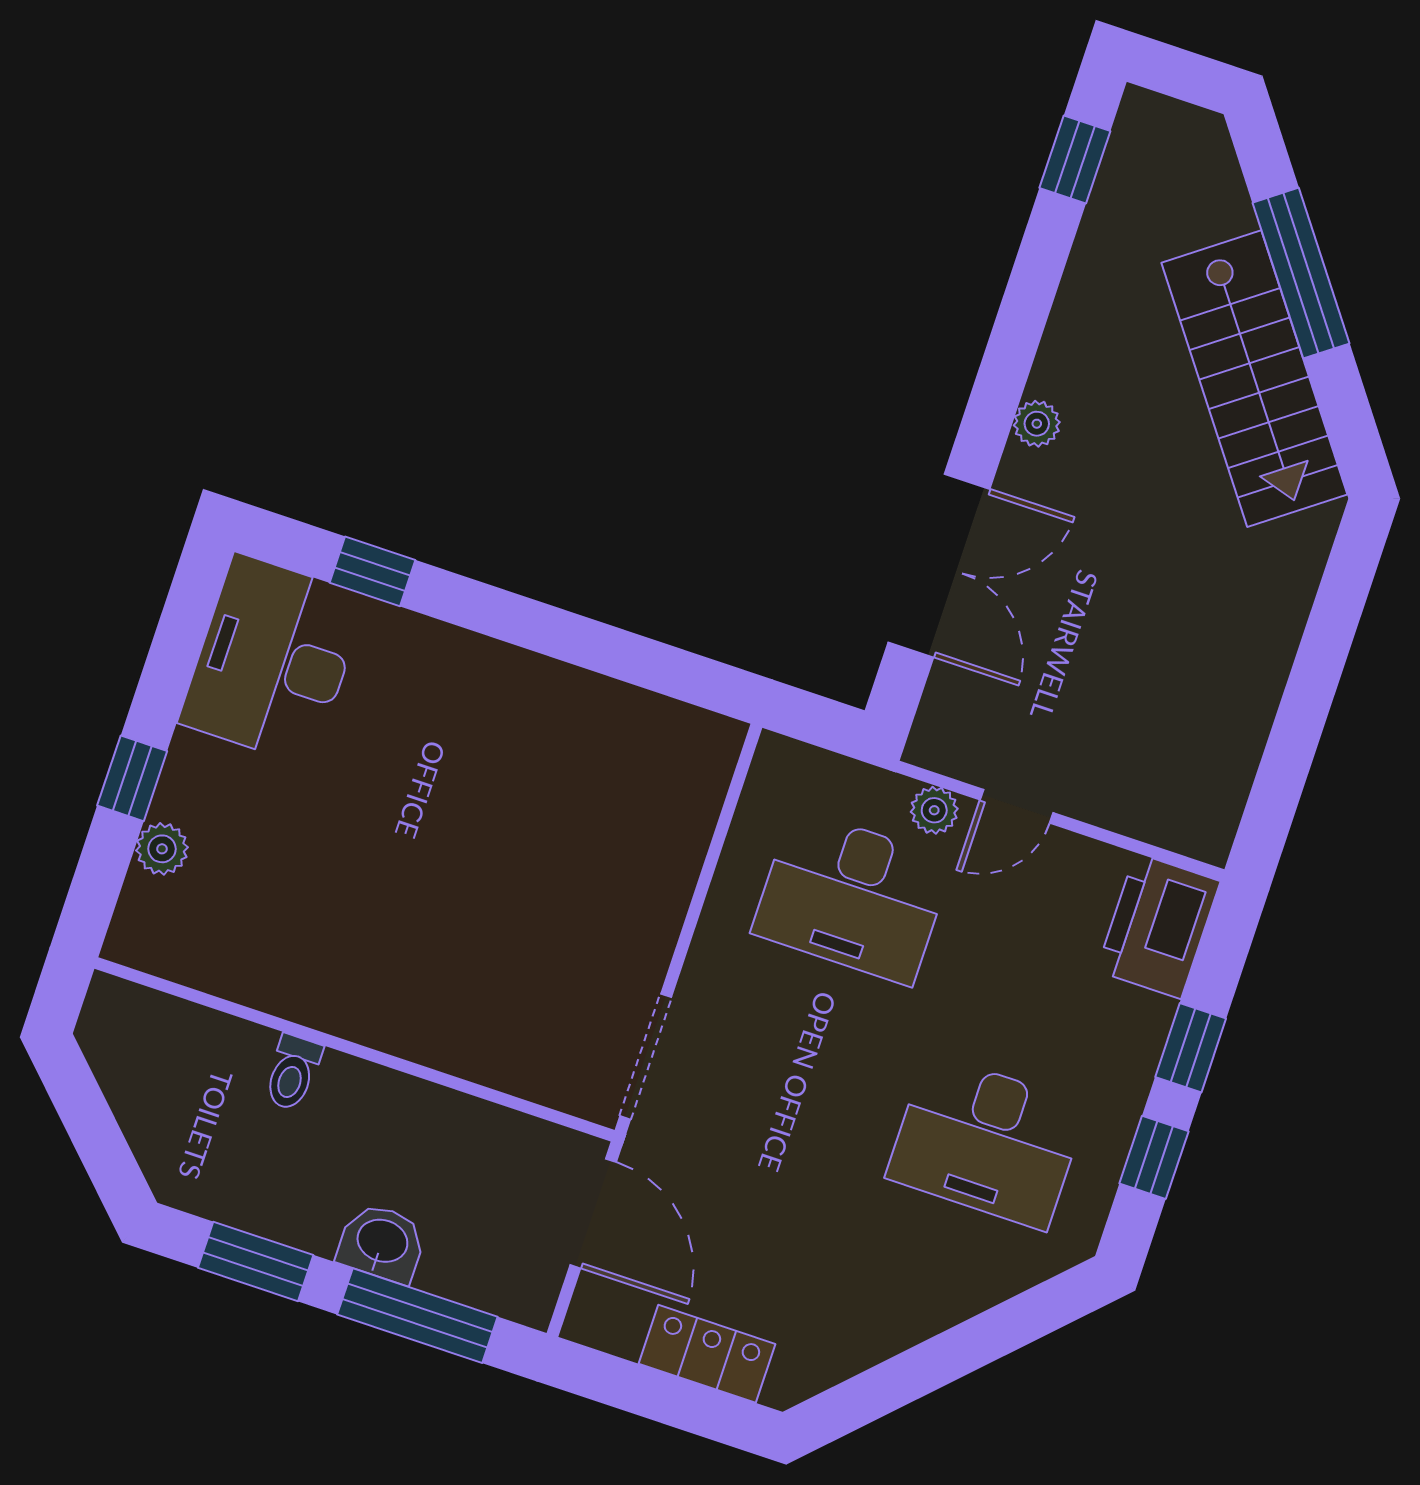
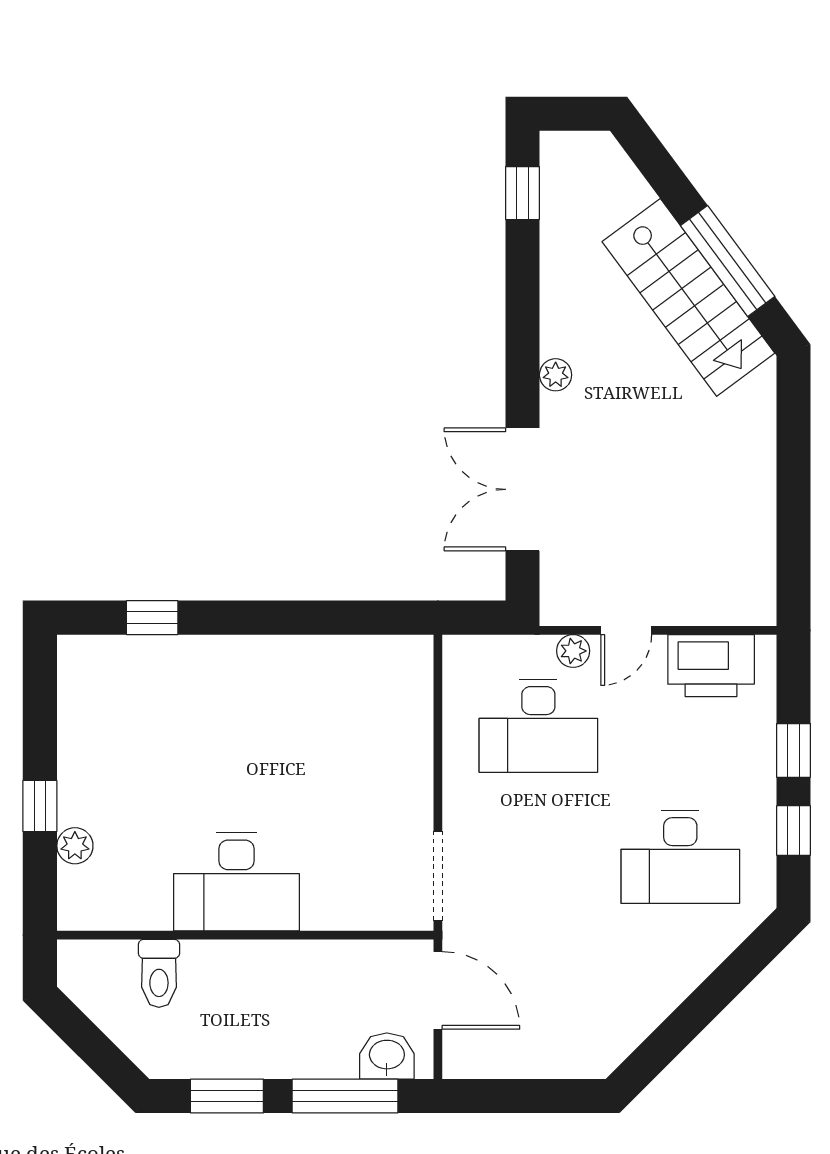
window: (1301, 273) -> (728, 261), moved
double door: (939, 566) -> (523, 489), swing flipped
desk: (273, 660) -> (236, 882), moved, turned -90
printer: (1158, 926) -> (711, 666), moved, turned -90
toilet: (293, 1073) -> (159, 973), moved, width x1.37, depth x1.39
washbasin: (382, 1243) -> (387, 1056), moved
locker: (707, 1354) -> (543, 1057), removed

